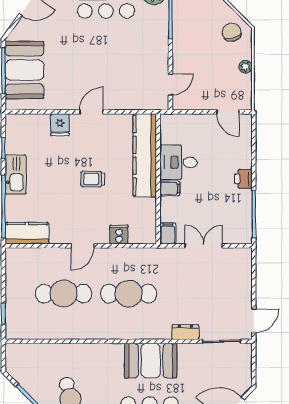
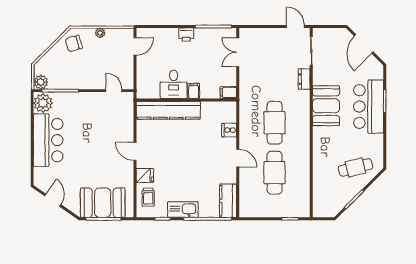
trolley: (93, 179) -> (148, 197), moved
double door: (204, 246) -> (238, 52), moved

